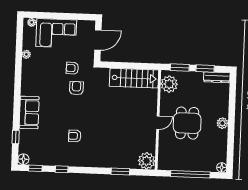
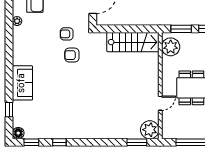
armchair: (76, 88) -> (72, 55), turned -90
door: (158, 123) -> (160, 103), moved
armchair: (75, 136) -> (72, 106), removed
window: (120, 172) -> (137, 142), moved

